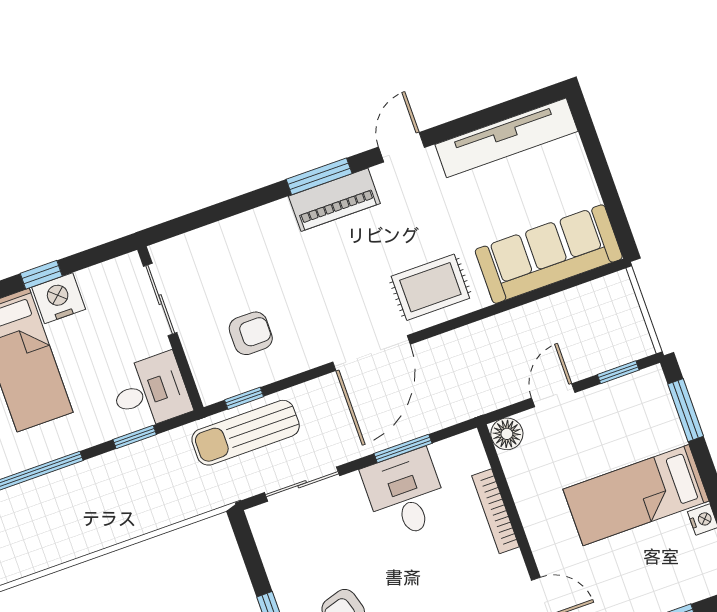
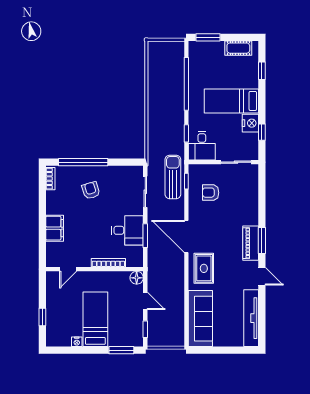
window: (41, 275) -> (262, 132), moved
armchair: (251, 333) -> (211, 193), turned 90

